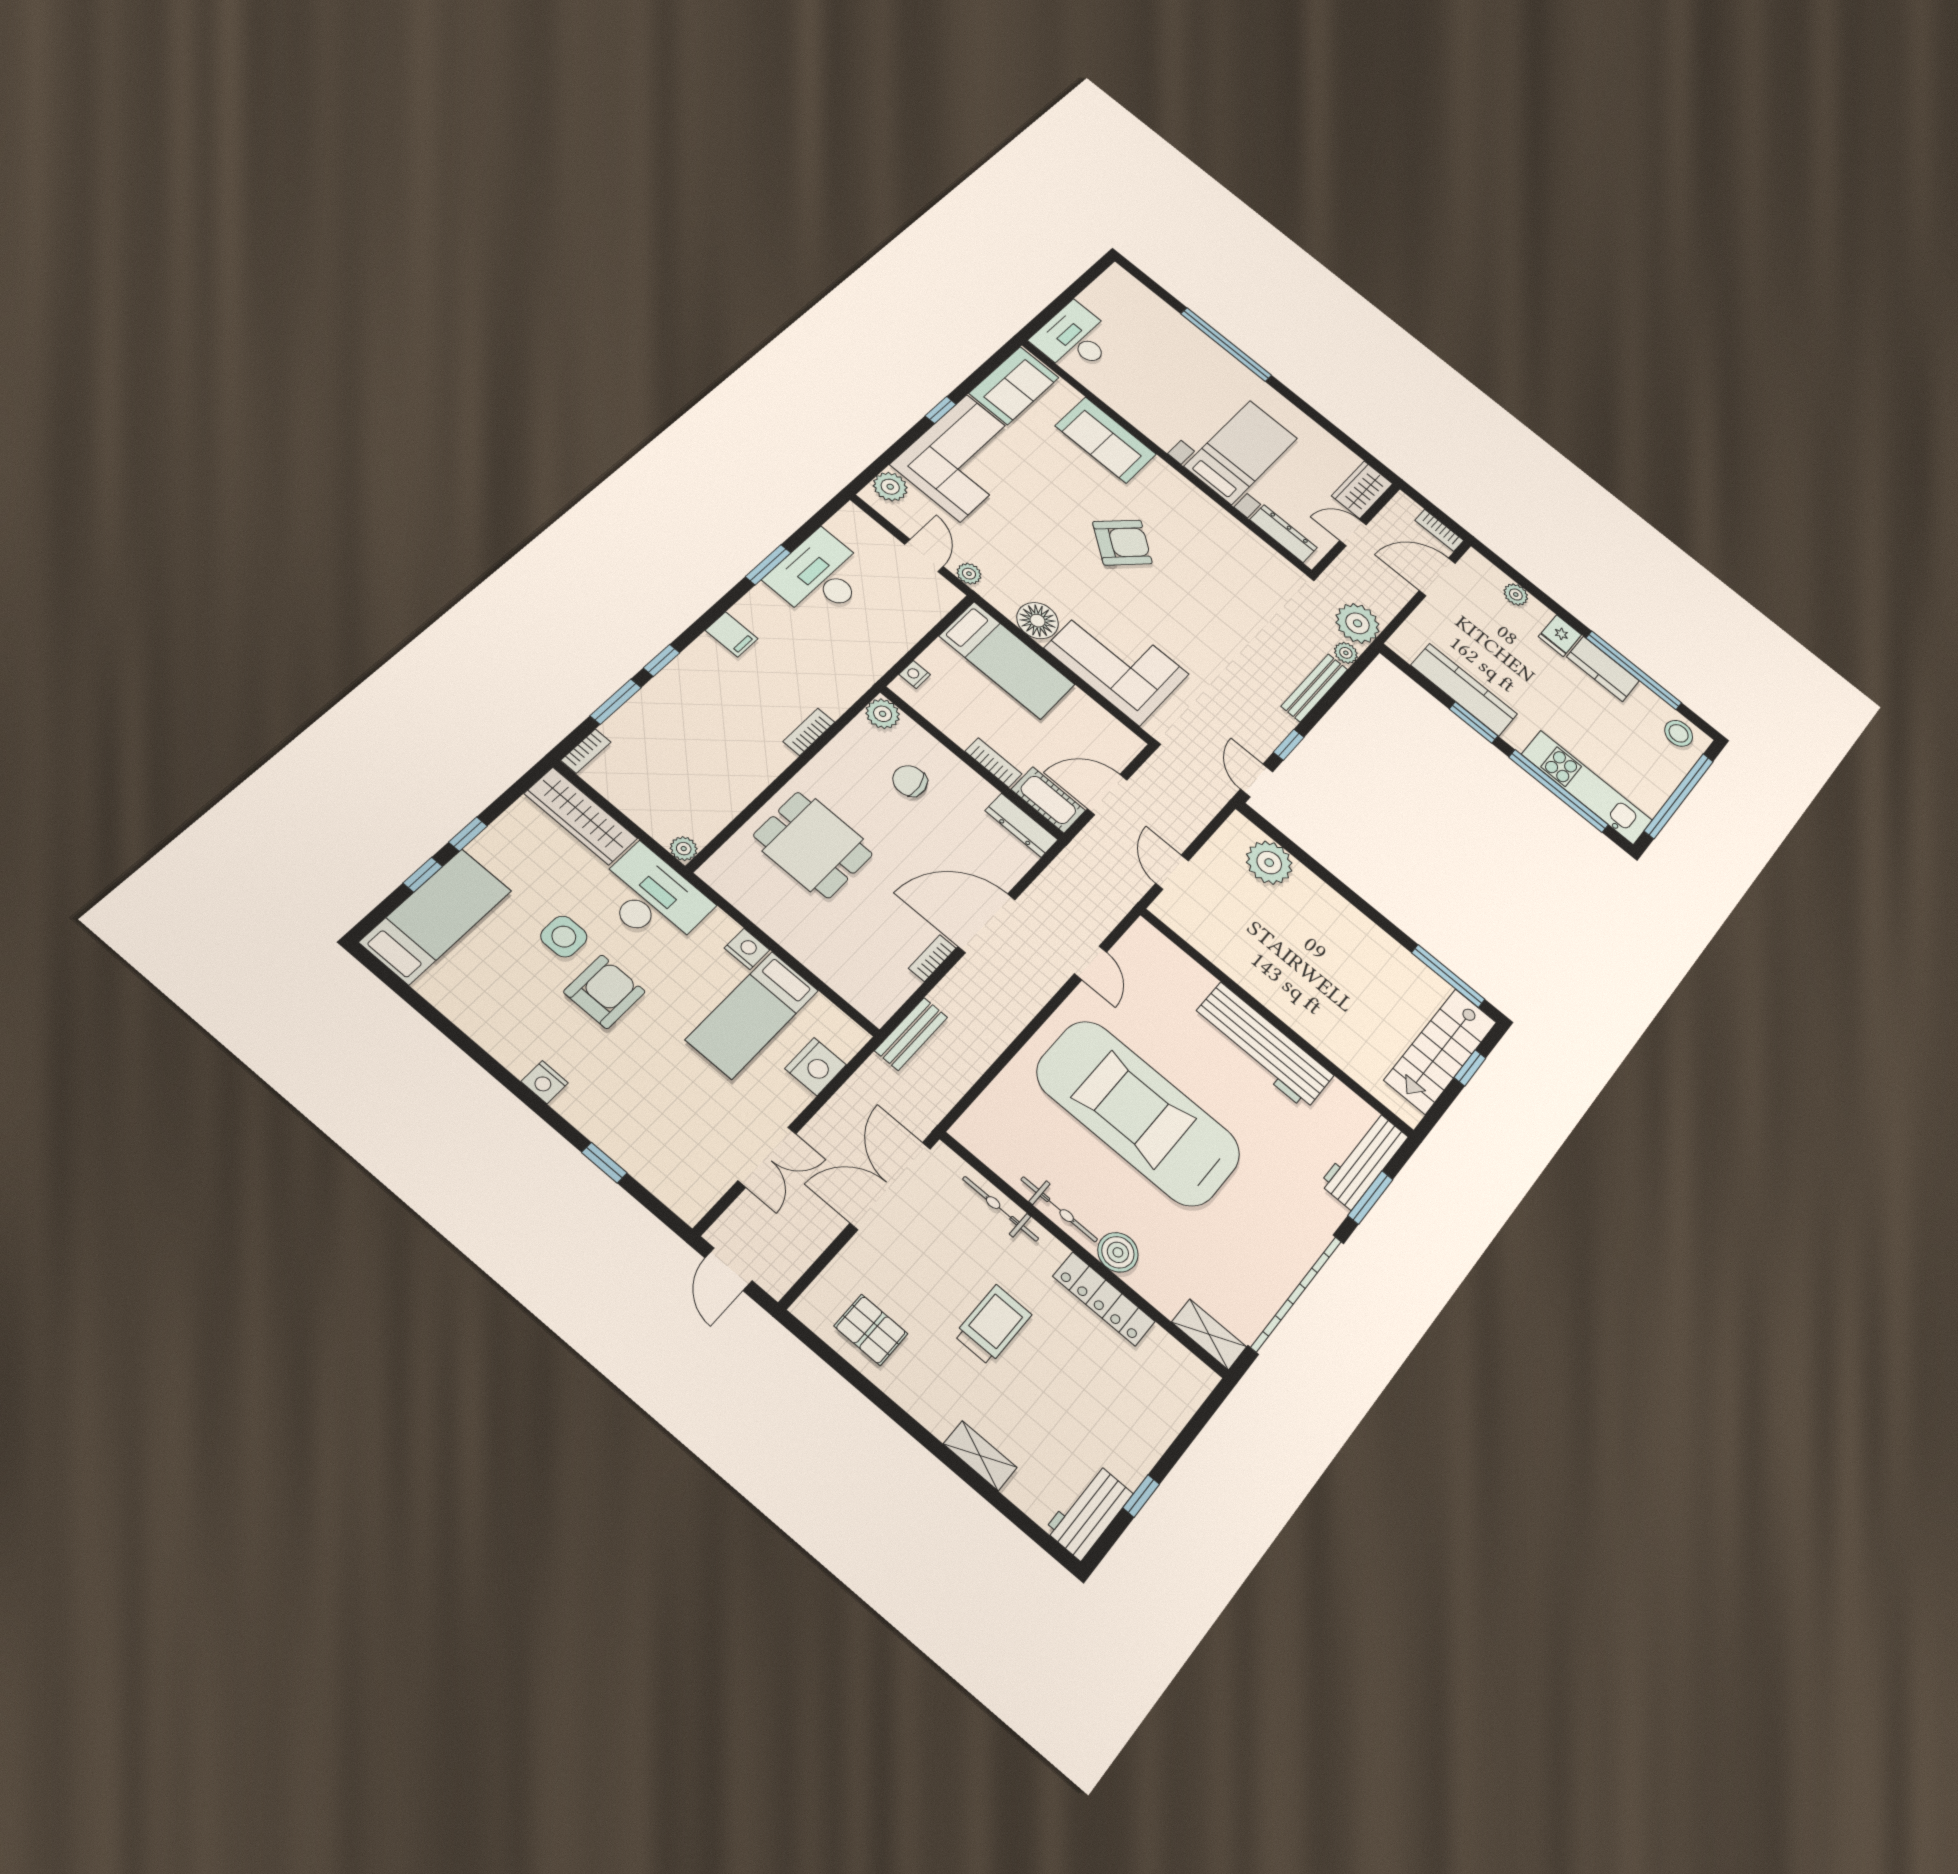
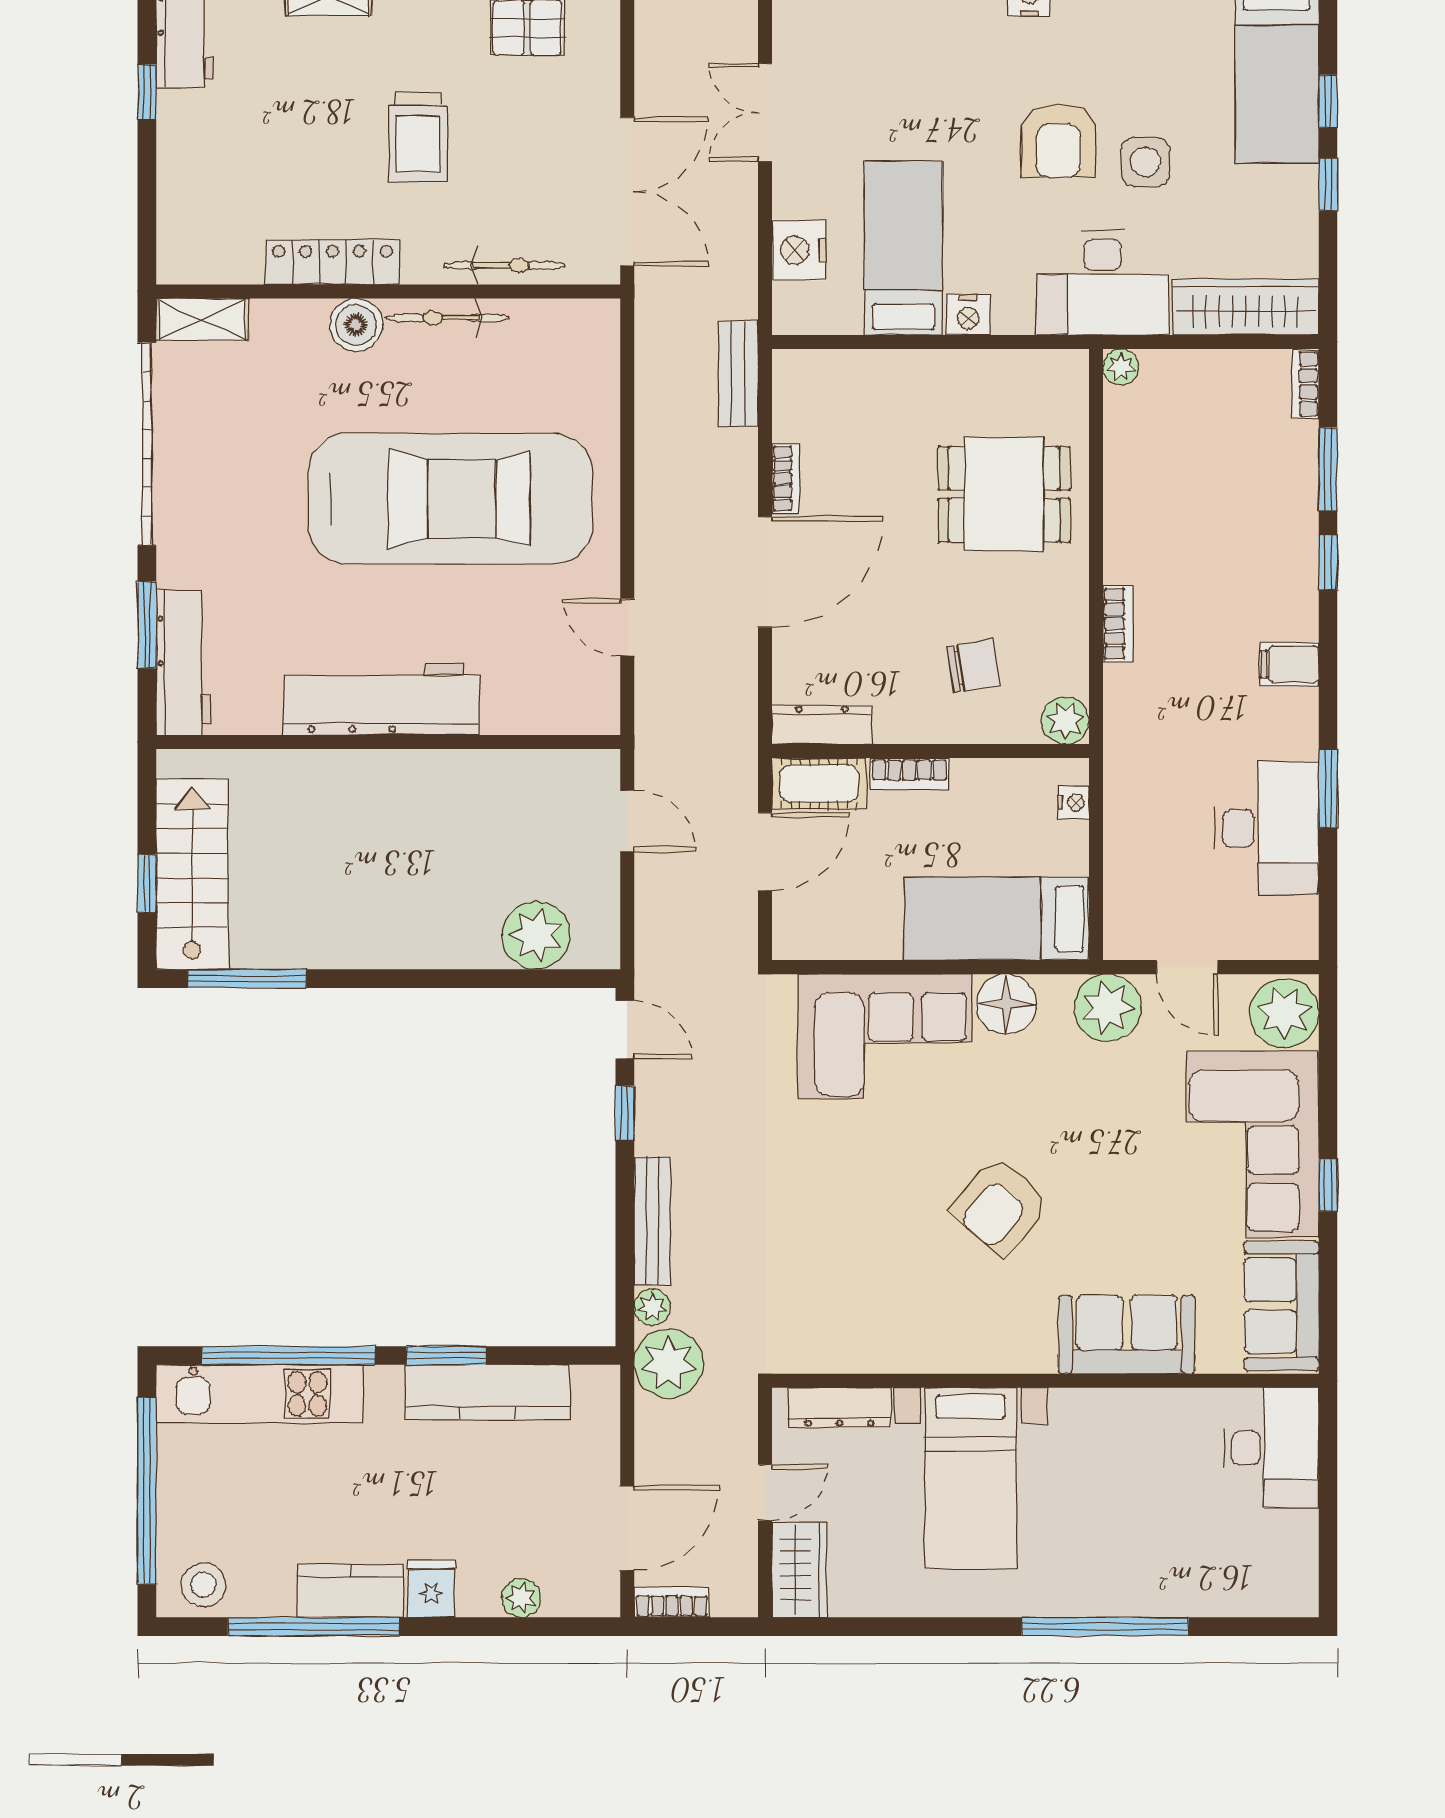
plant: (890, 487) -> (1284, 1013), width x1.36, depth x1.36
plant: (969, 574) -> (1108, 1008), width x1.88, depth x1.88

